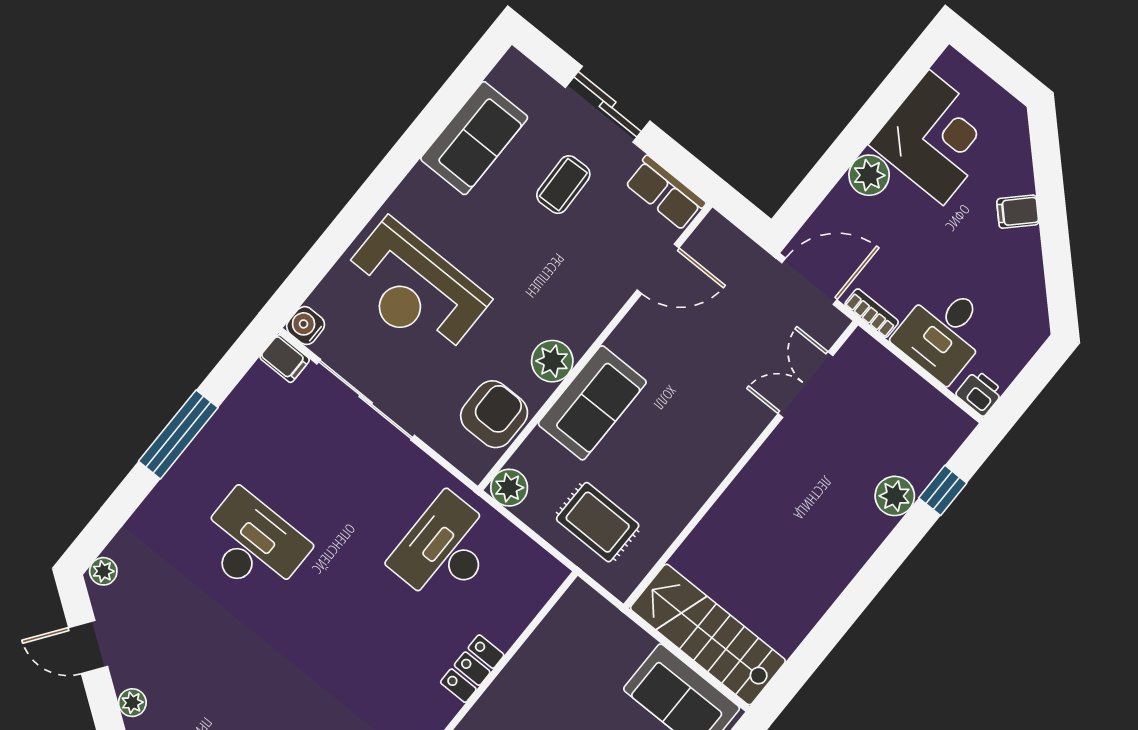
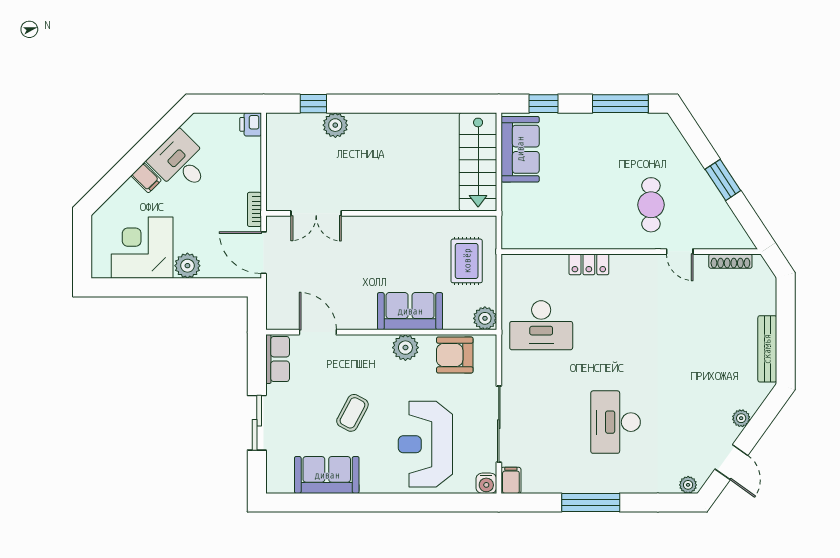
coffee table: (563, 185) -> (352, 413), moved, turned -60
reception desk: (414, 290) -> (425, 444), turned 180
desk: (943, 333) -> (181, 162), moved, turned -135

